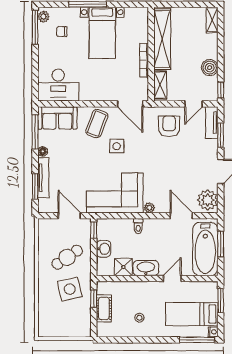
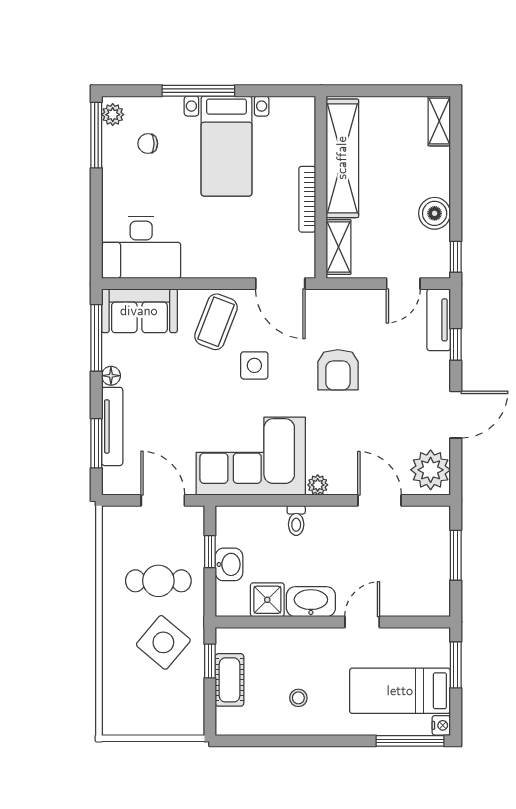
armchair: (169, 126) -> (338, 370), moved, turned 180
window: (221, 135) -> (456, 344), width x0.67
window: (94, 230) -> (210, 552), moved
bathtub: (205, 249) -> (426, 565), removed
cafe table: (67, 257) -> (158, 581), turned 34
side table: (70, 289) -> (163, 642), turned -37

